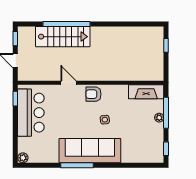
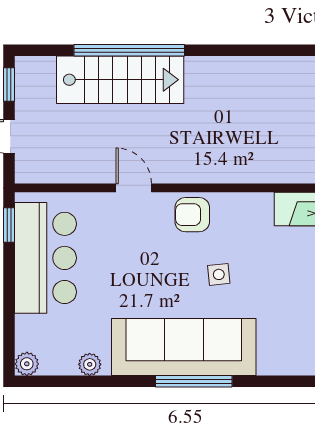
plant: (50, 158) -> (90, 364), added
window: (77, 165) -> (194, 381), moved

